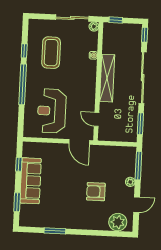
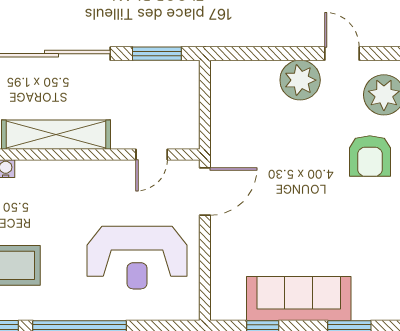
window: (138, 166) -> (253, 54), removed
plant: (130, 182) -> (300, 80), width x1.88, depth x1.88
armchair: (96, 192) -> (370, 156), moved

